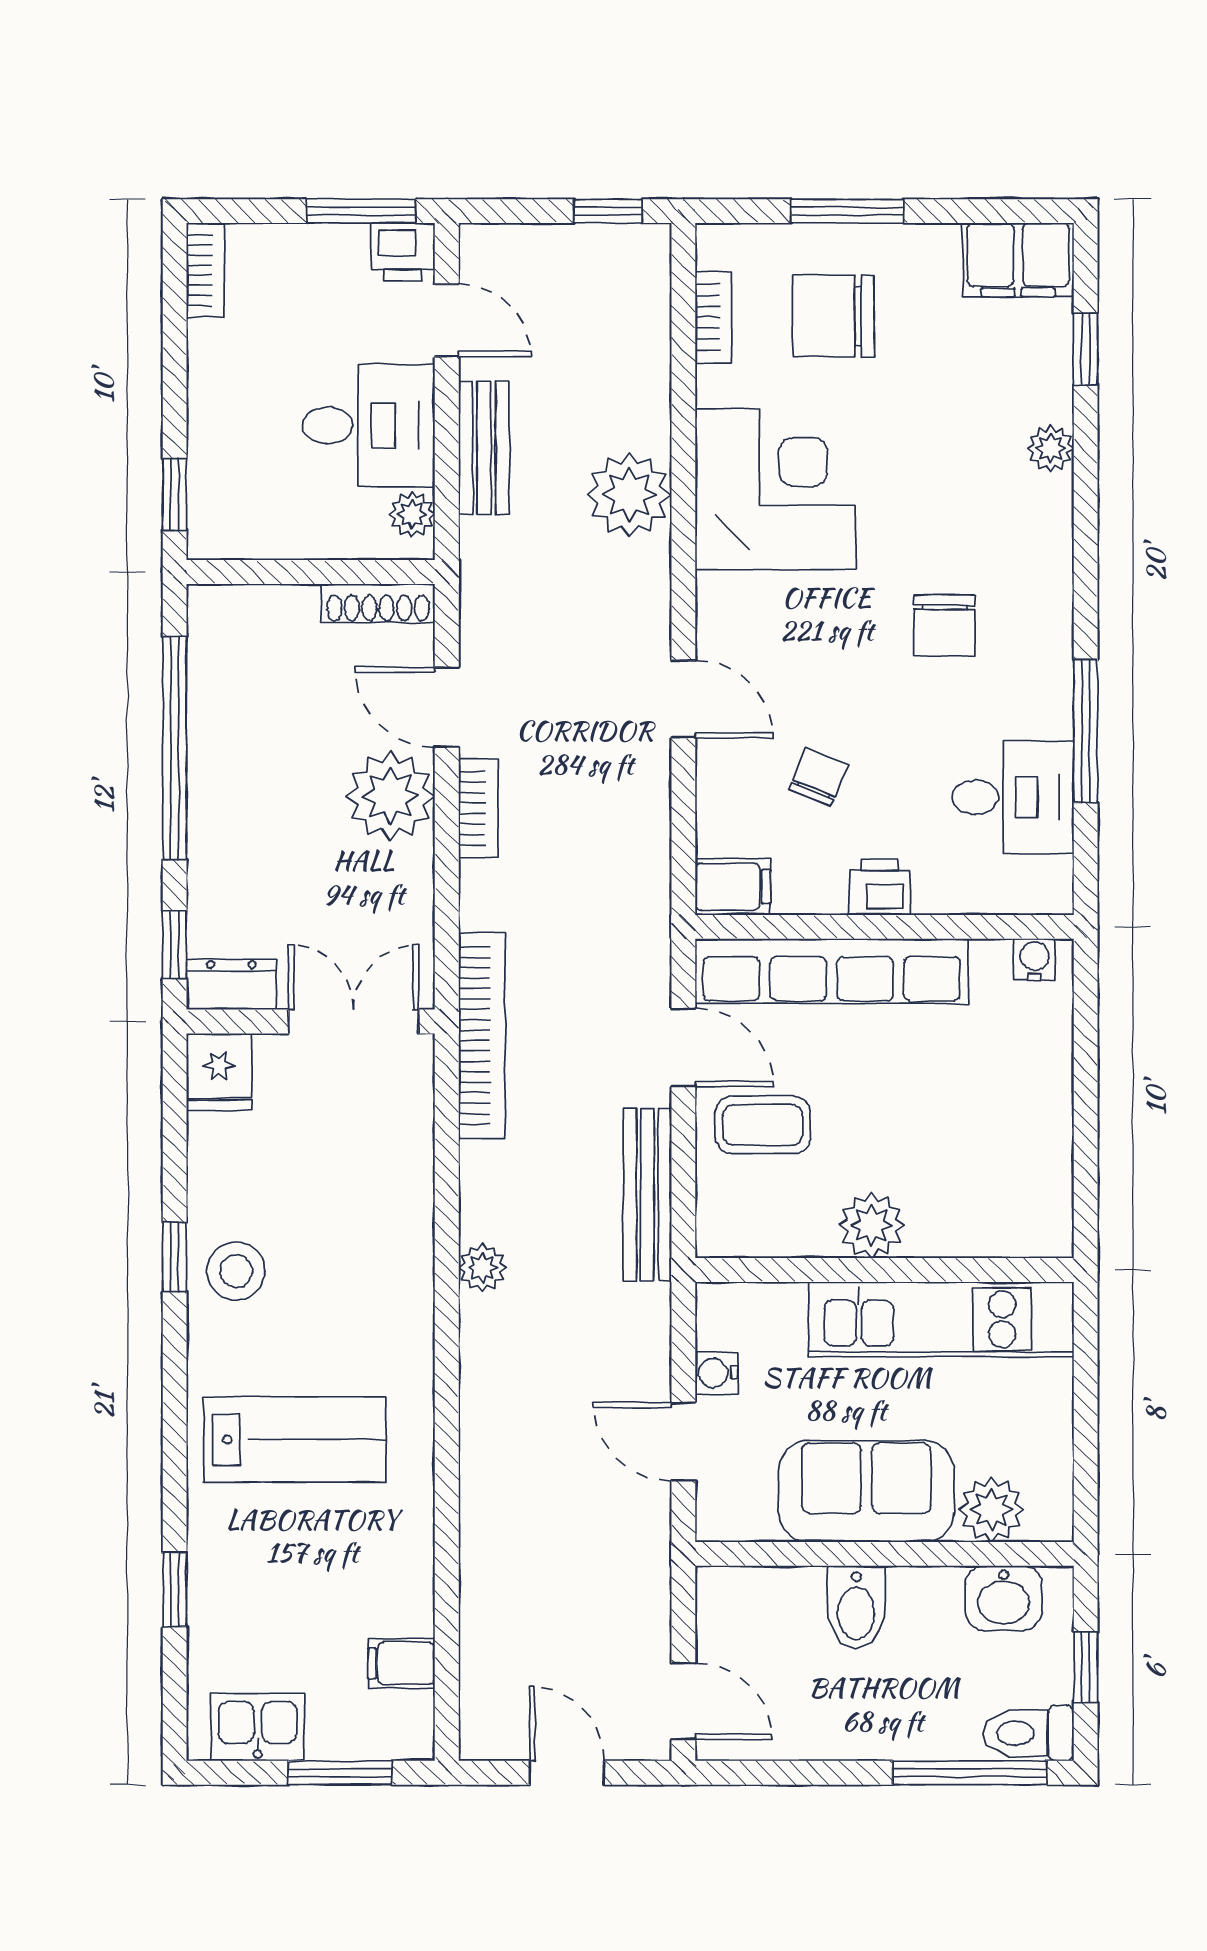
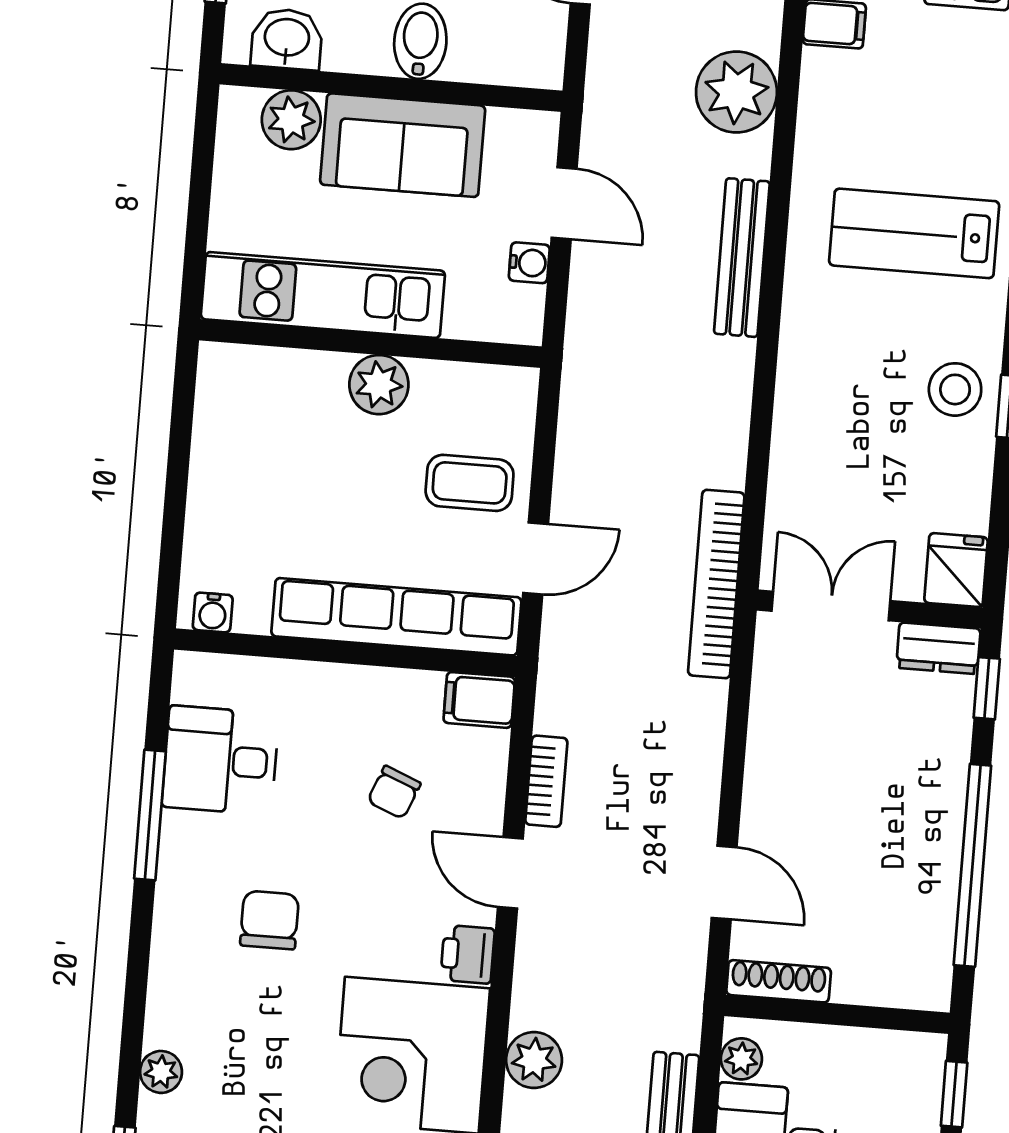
plant: (629, 495) -> (534, 1060), width x0.73, depth x0.73
plant: (390, 796) -> (781, 806), removed
bookcase: (478, 808) -> (546, 781), moved, turned 180
printer: (880, 887) -> (468, 954), moved, turned 90
double door: (354, 1022) -> (831, 606), swing flipped
door: (683, 1048) -> (536, 559), swing flipped
bench: (647, 1195) -> (742, 258), moved
plant: (482, 1268) -> (736, 92), moved, width x1.87, depth x1.87

